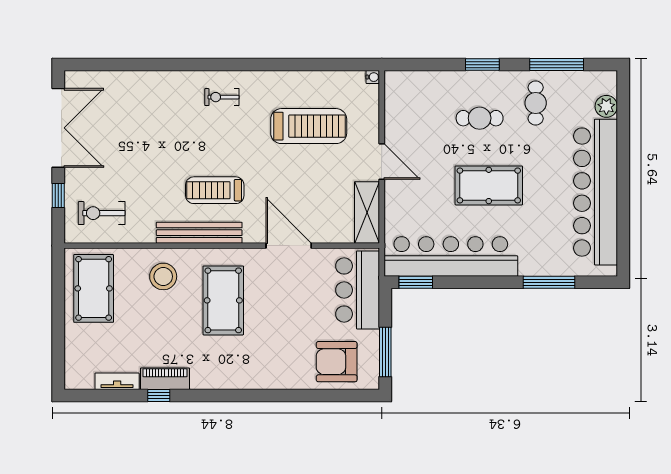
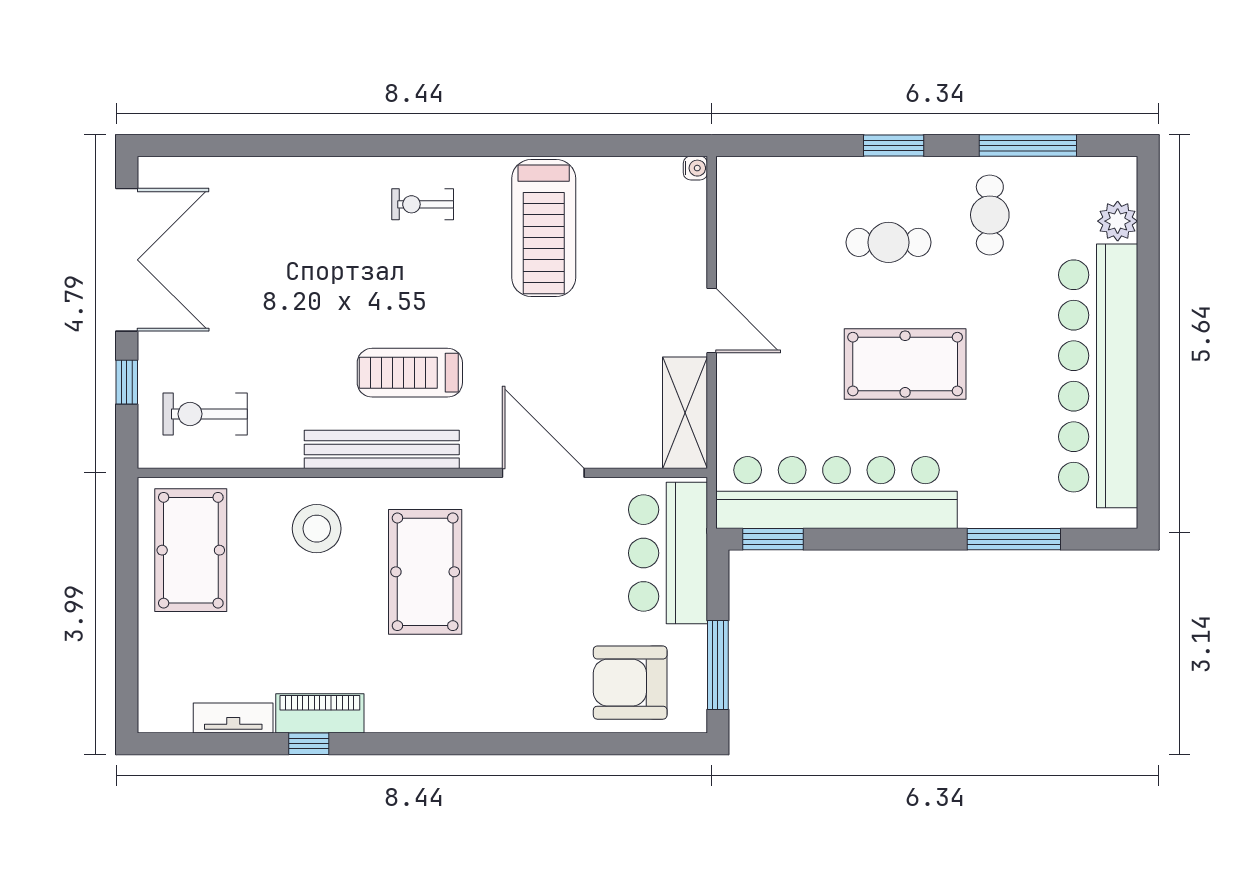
treadmill: (309, 126) -> (544, 228), moved, turned 90

